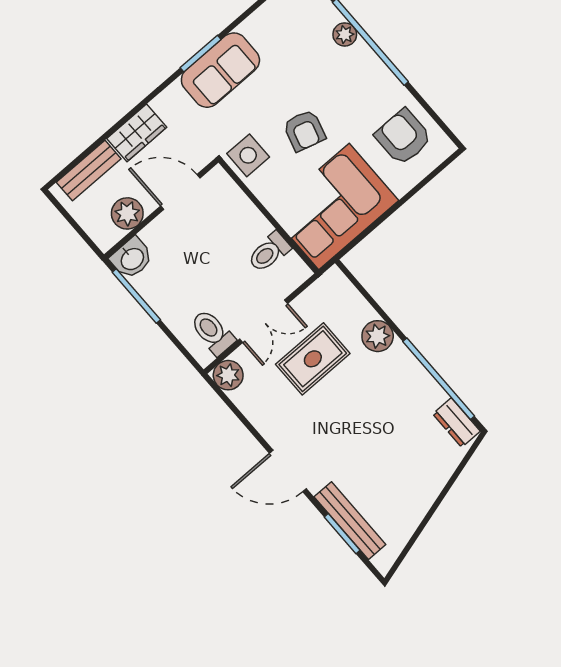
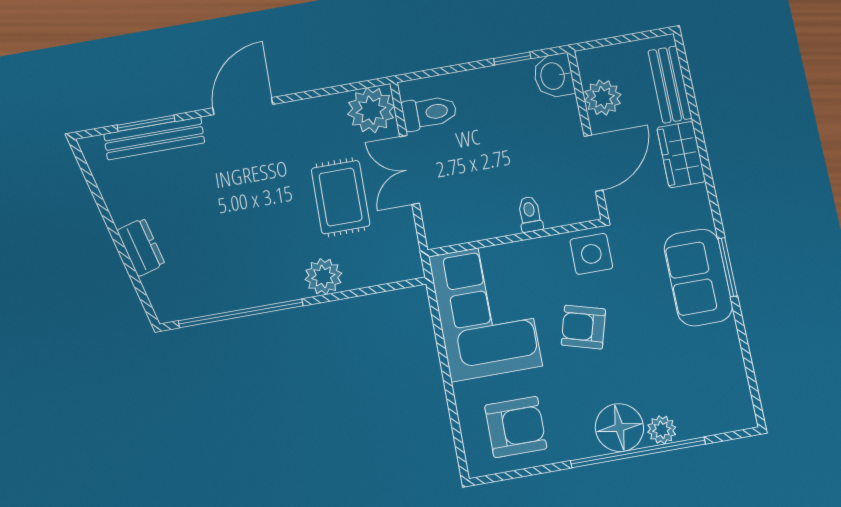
floor lamp: (361, 65) -> (619, 428), added
toilet: (269, 252) -> (530, 214), moved, width x0.73, depth x0.72
window: (136, 296) -> (512, 59), width x0.46
plant: (228, 375) -> (371, 110), width x1.36, depth x1.36
dresser: (457, 423) -> (141, 247), moved, turned 74

